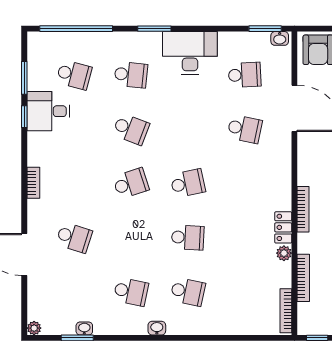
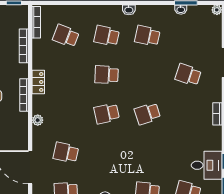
school desk: (131, 129) -> (66, 36), moved
plant: (284, 253) -> (38, 120), moved

